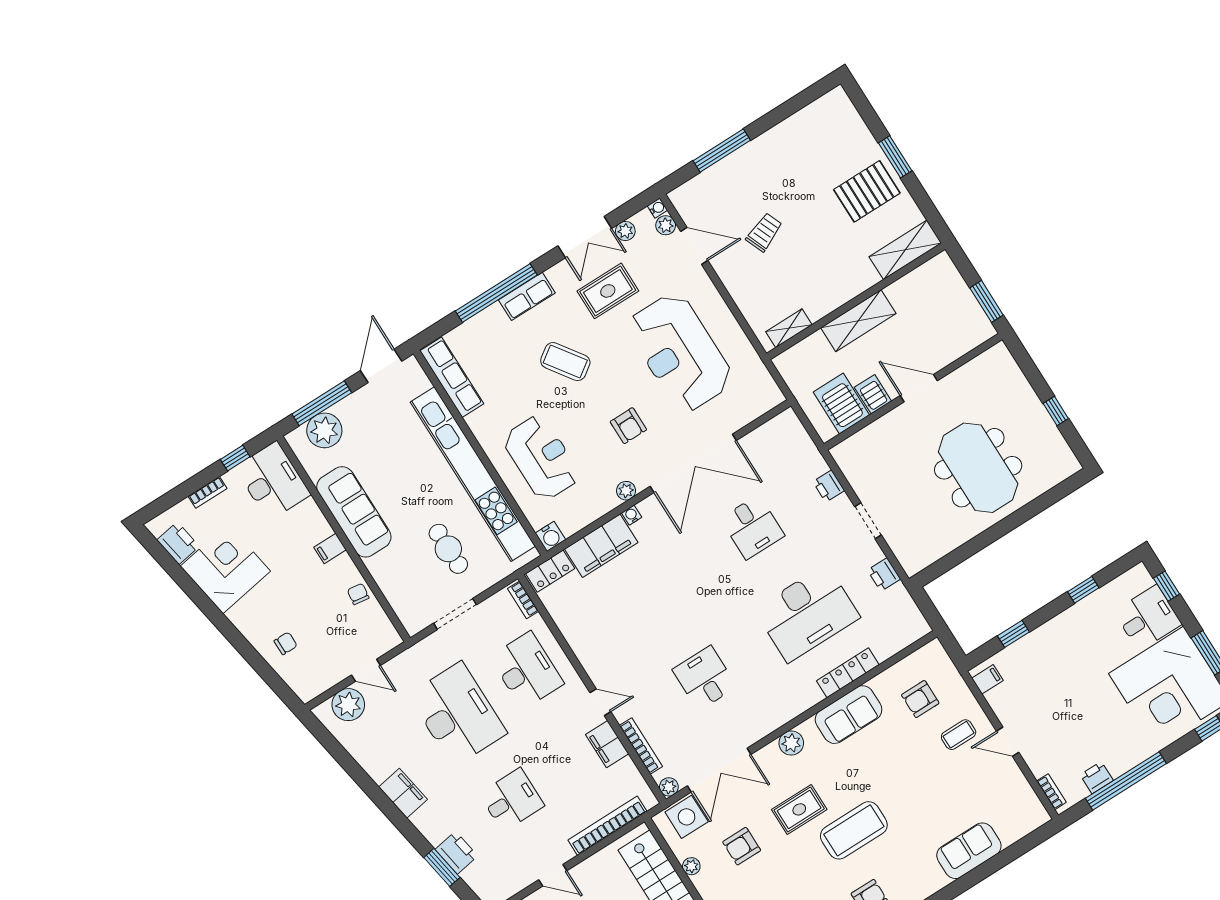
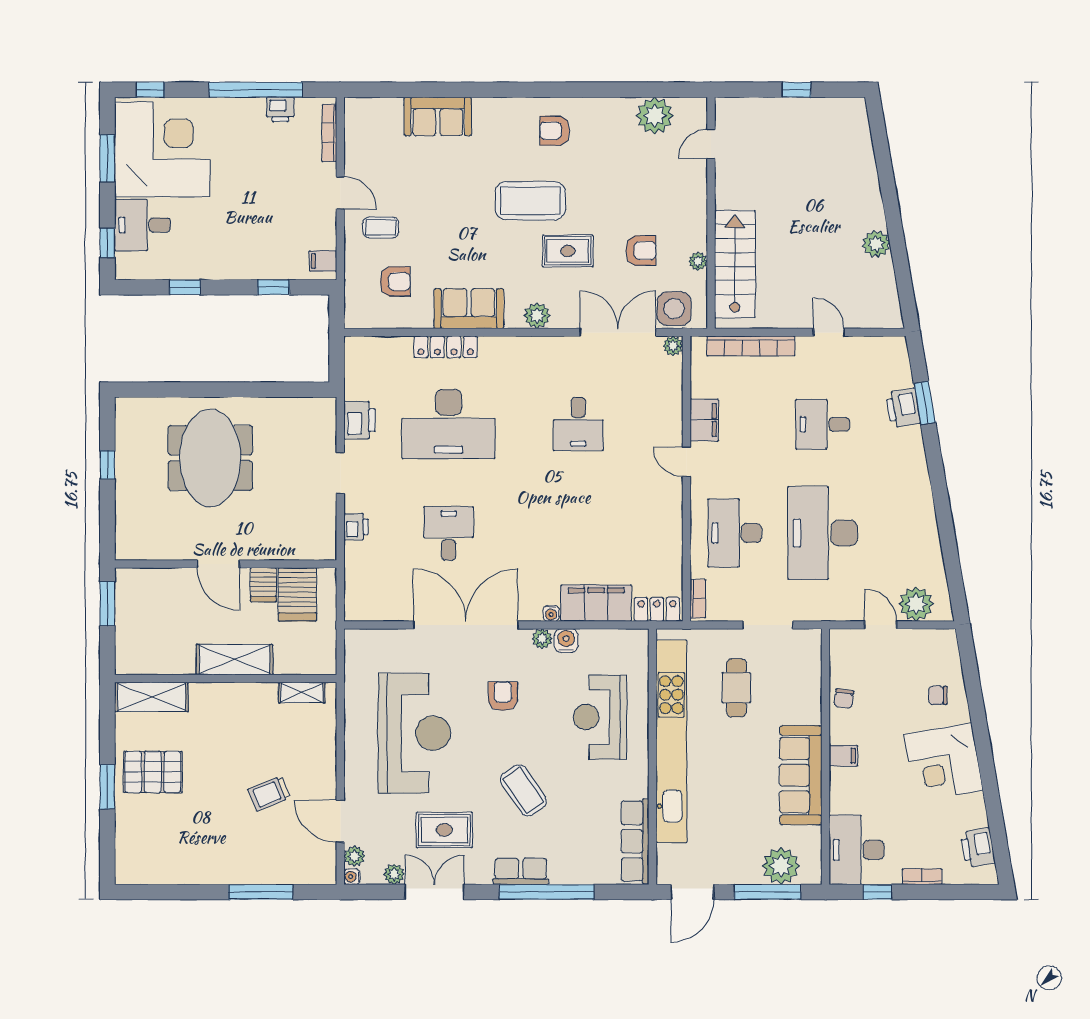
water cooler: (550, 536) -> (566, 641), moved
corner desk: (225, 569) -> (944, 762), moved
printer: (884, 574) -> (360, 420), width x1.36, depth x1.24
desk: (807, 613) -> (449, 424), turned 180
bookcase: (641, 746) -> (675, 399), removed
bookcase: (1051, 792) -> (329, 133), width x1.56
filing cabinet: (403, 793) -> (917, 492), removed

